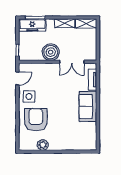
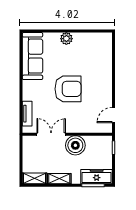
side table: (29, 97) -> (100, 94), removed
sofa: (88, 106) -> (33, 56), moved, width x1.36
armchair: (36, 120) -> (68, 89), moved, turned -90
plant: (43, 145) -> (66, 39), moved

